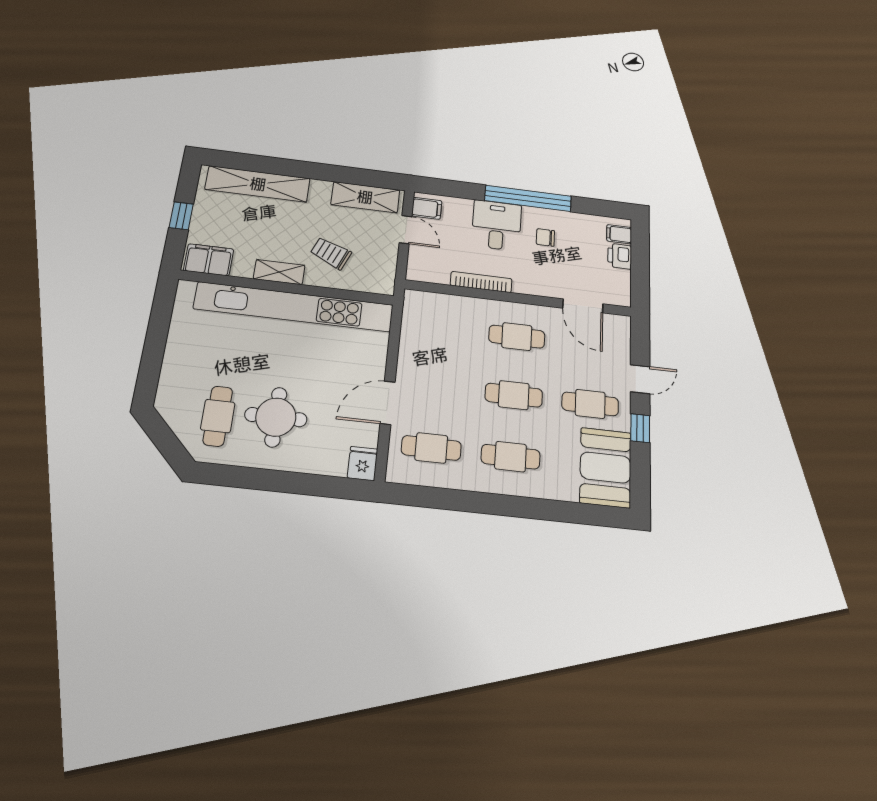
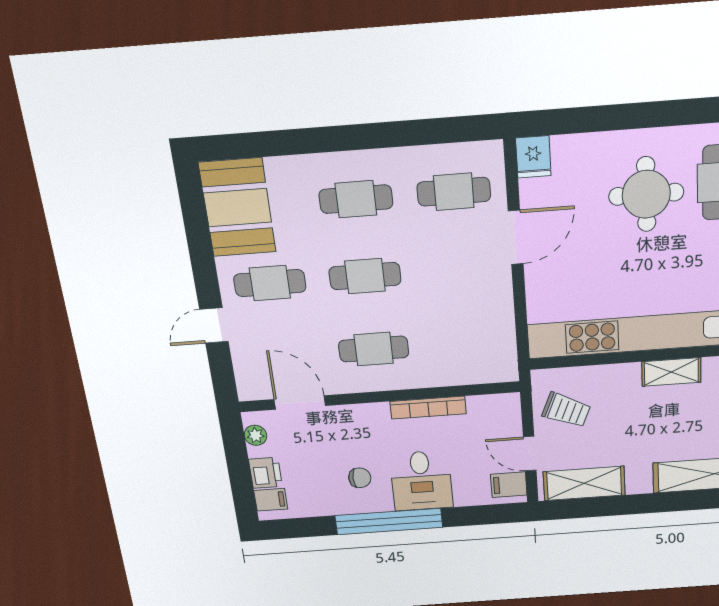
trolley: (331, 253) -> (566, 410), moved
plant: (622, 287) -> (255, 435), added
window: (640, 428) -> (203, 265), removed

